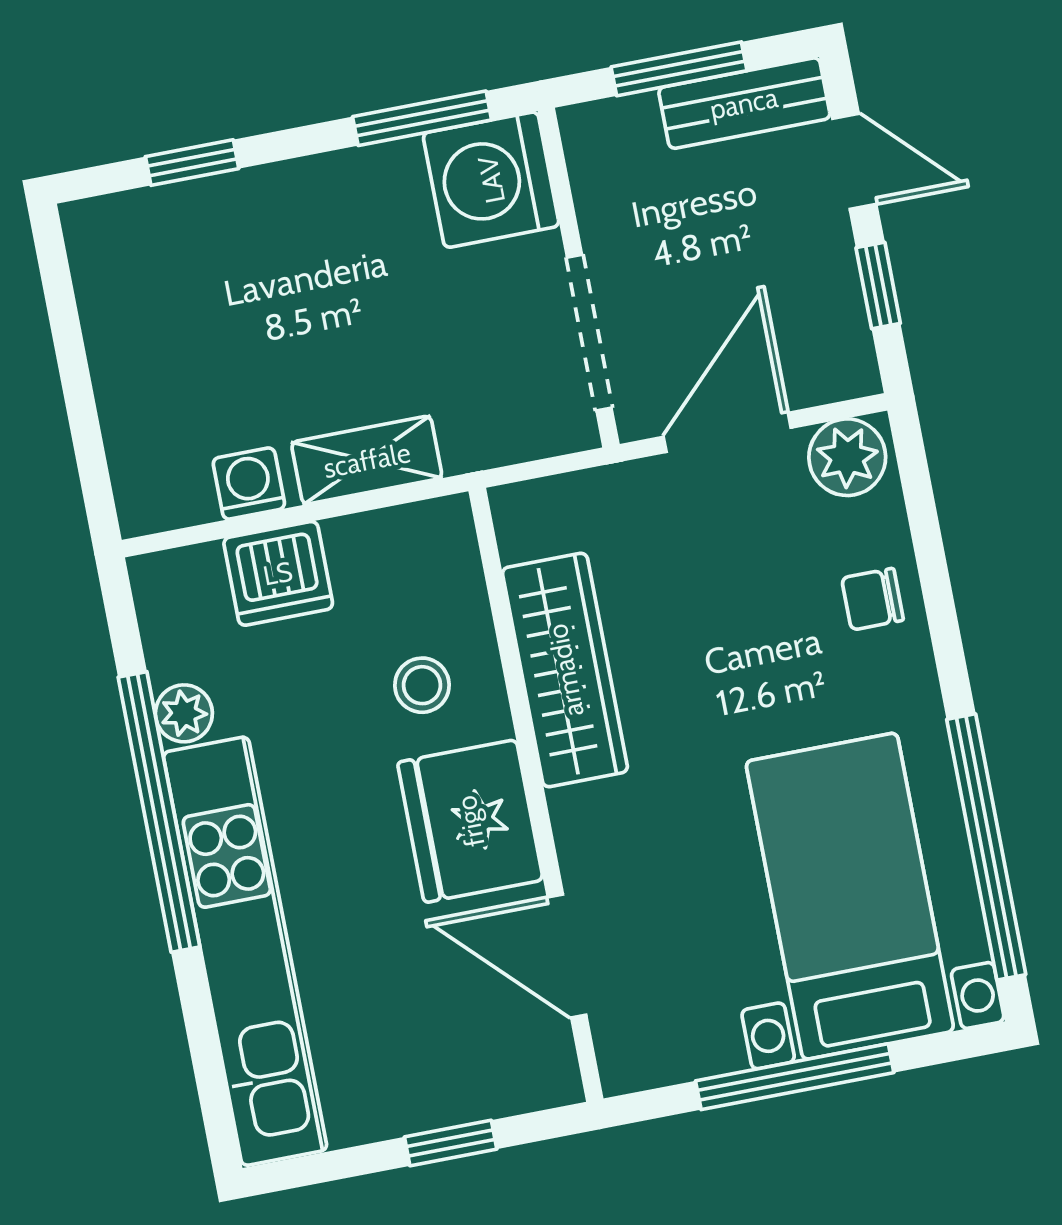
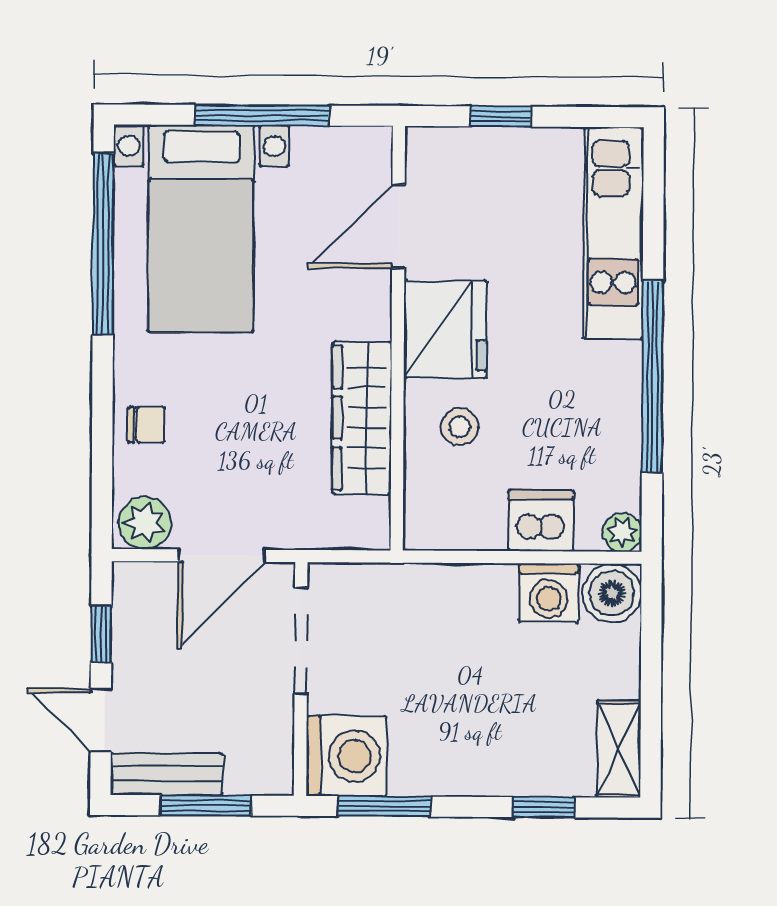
shelving: (367, 460) -> (619, 749), moved, turned 90
washing machine: (249, 484) -> (549, 593), width x1.38, depth x1.38
boiler: (156, 489) -> (612, 593), added
plant: (184, 713) -> (622, 532), moved
kitchen unit: (245, 951) -> (614, 234), width x0.73
door: (567, 956) -> (398, 226), swing flipped

